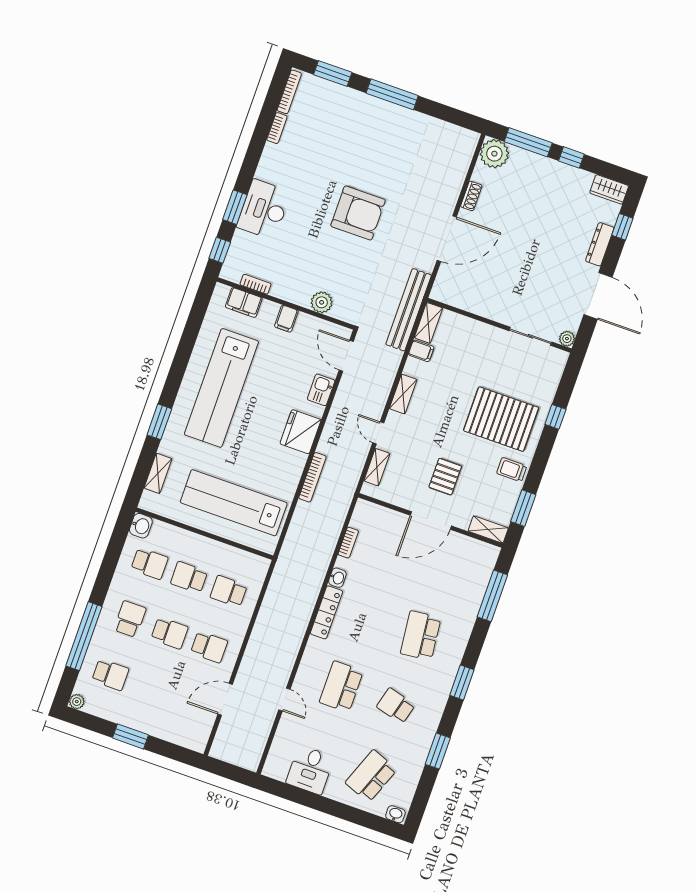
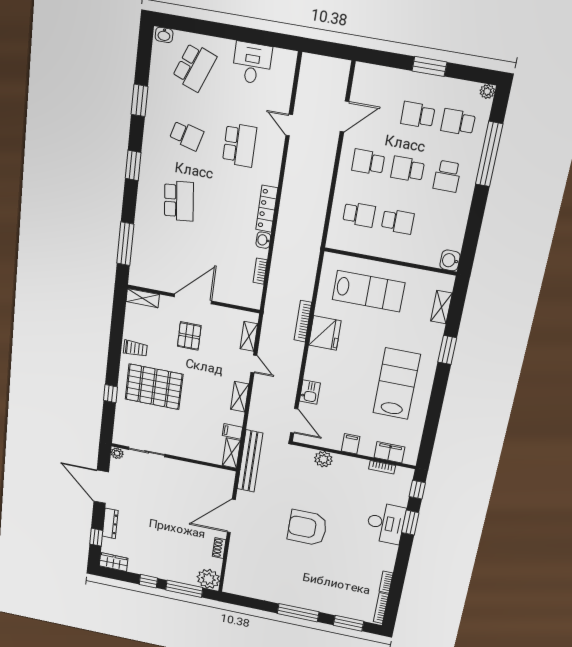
lab bench: (221, 388) -> (397, 384), width x0.73
fridge: (301, 432) -> (325, 333), moved
lab bench: (234, 503) -> (369, 291), width x0.73
window: (523, 508) -> (118, 319), removed
school desk: (150, 563) -> (418, 115), moved

